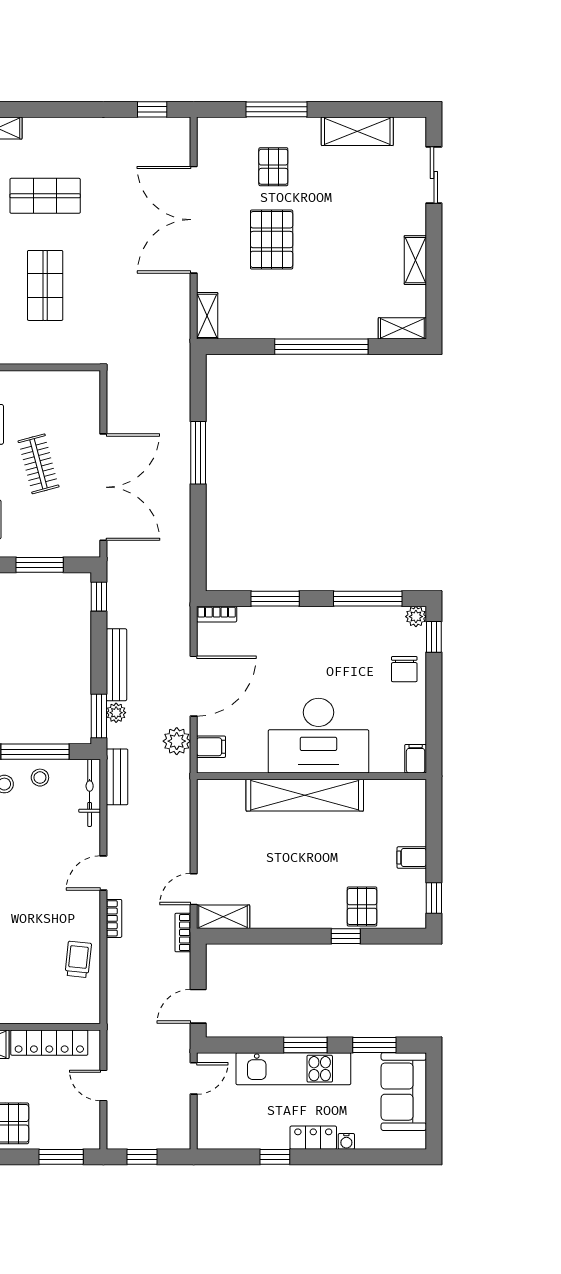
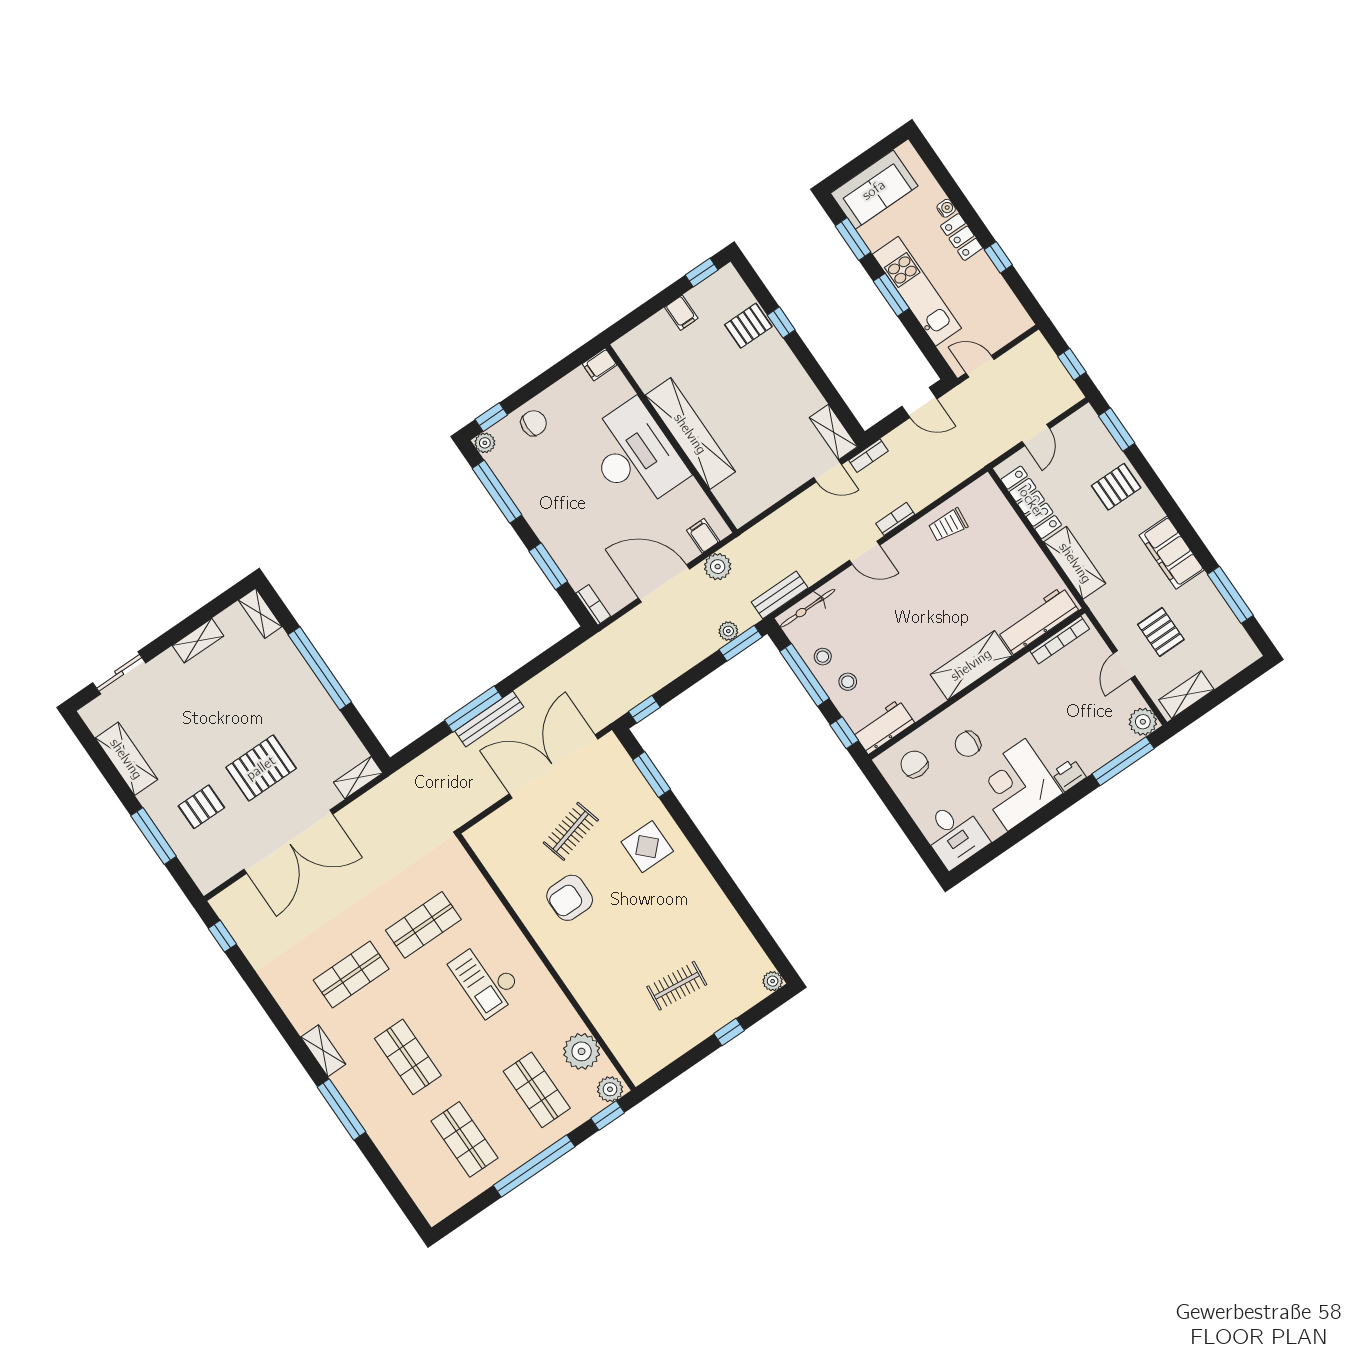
shop shelf: (45, 196) -> (351, 975), turned 90
bench: (116, 665) -> (489, 719), moved

